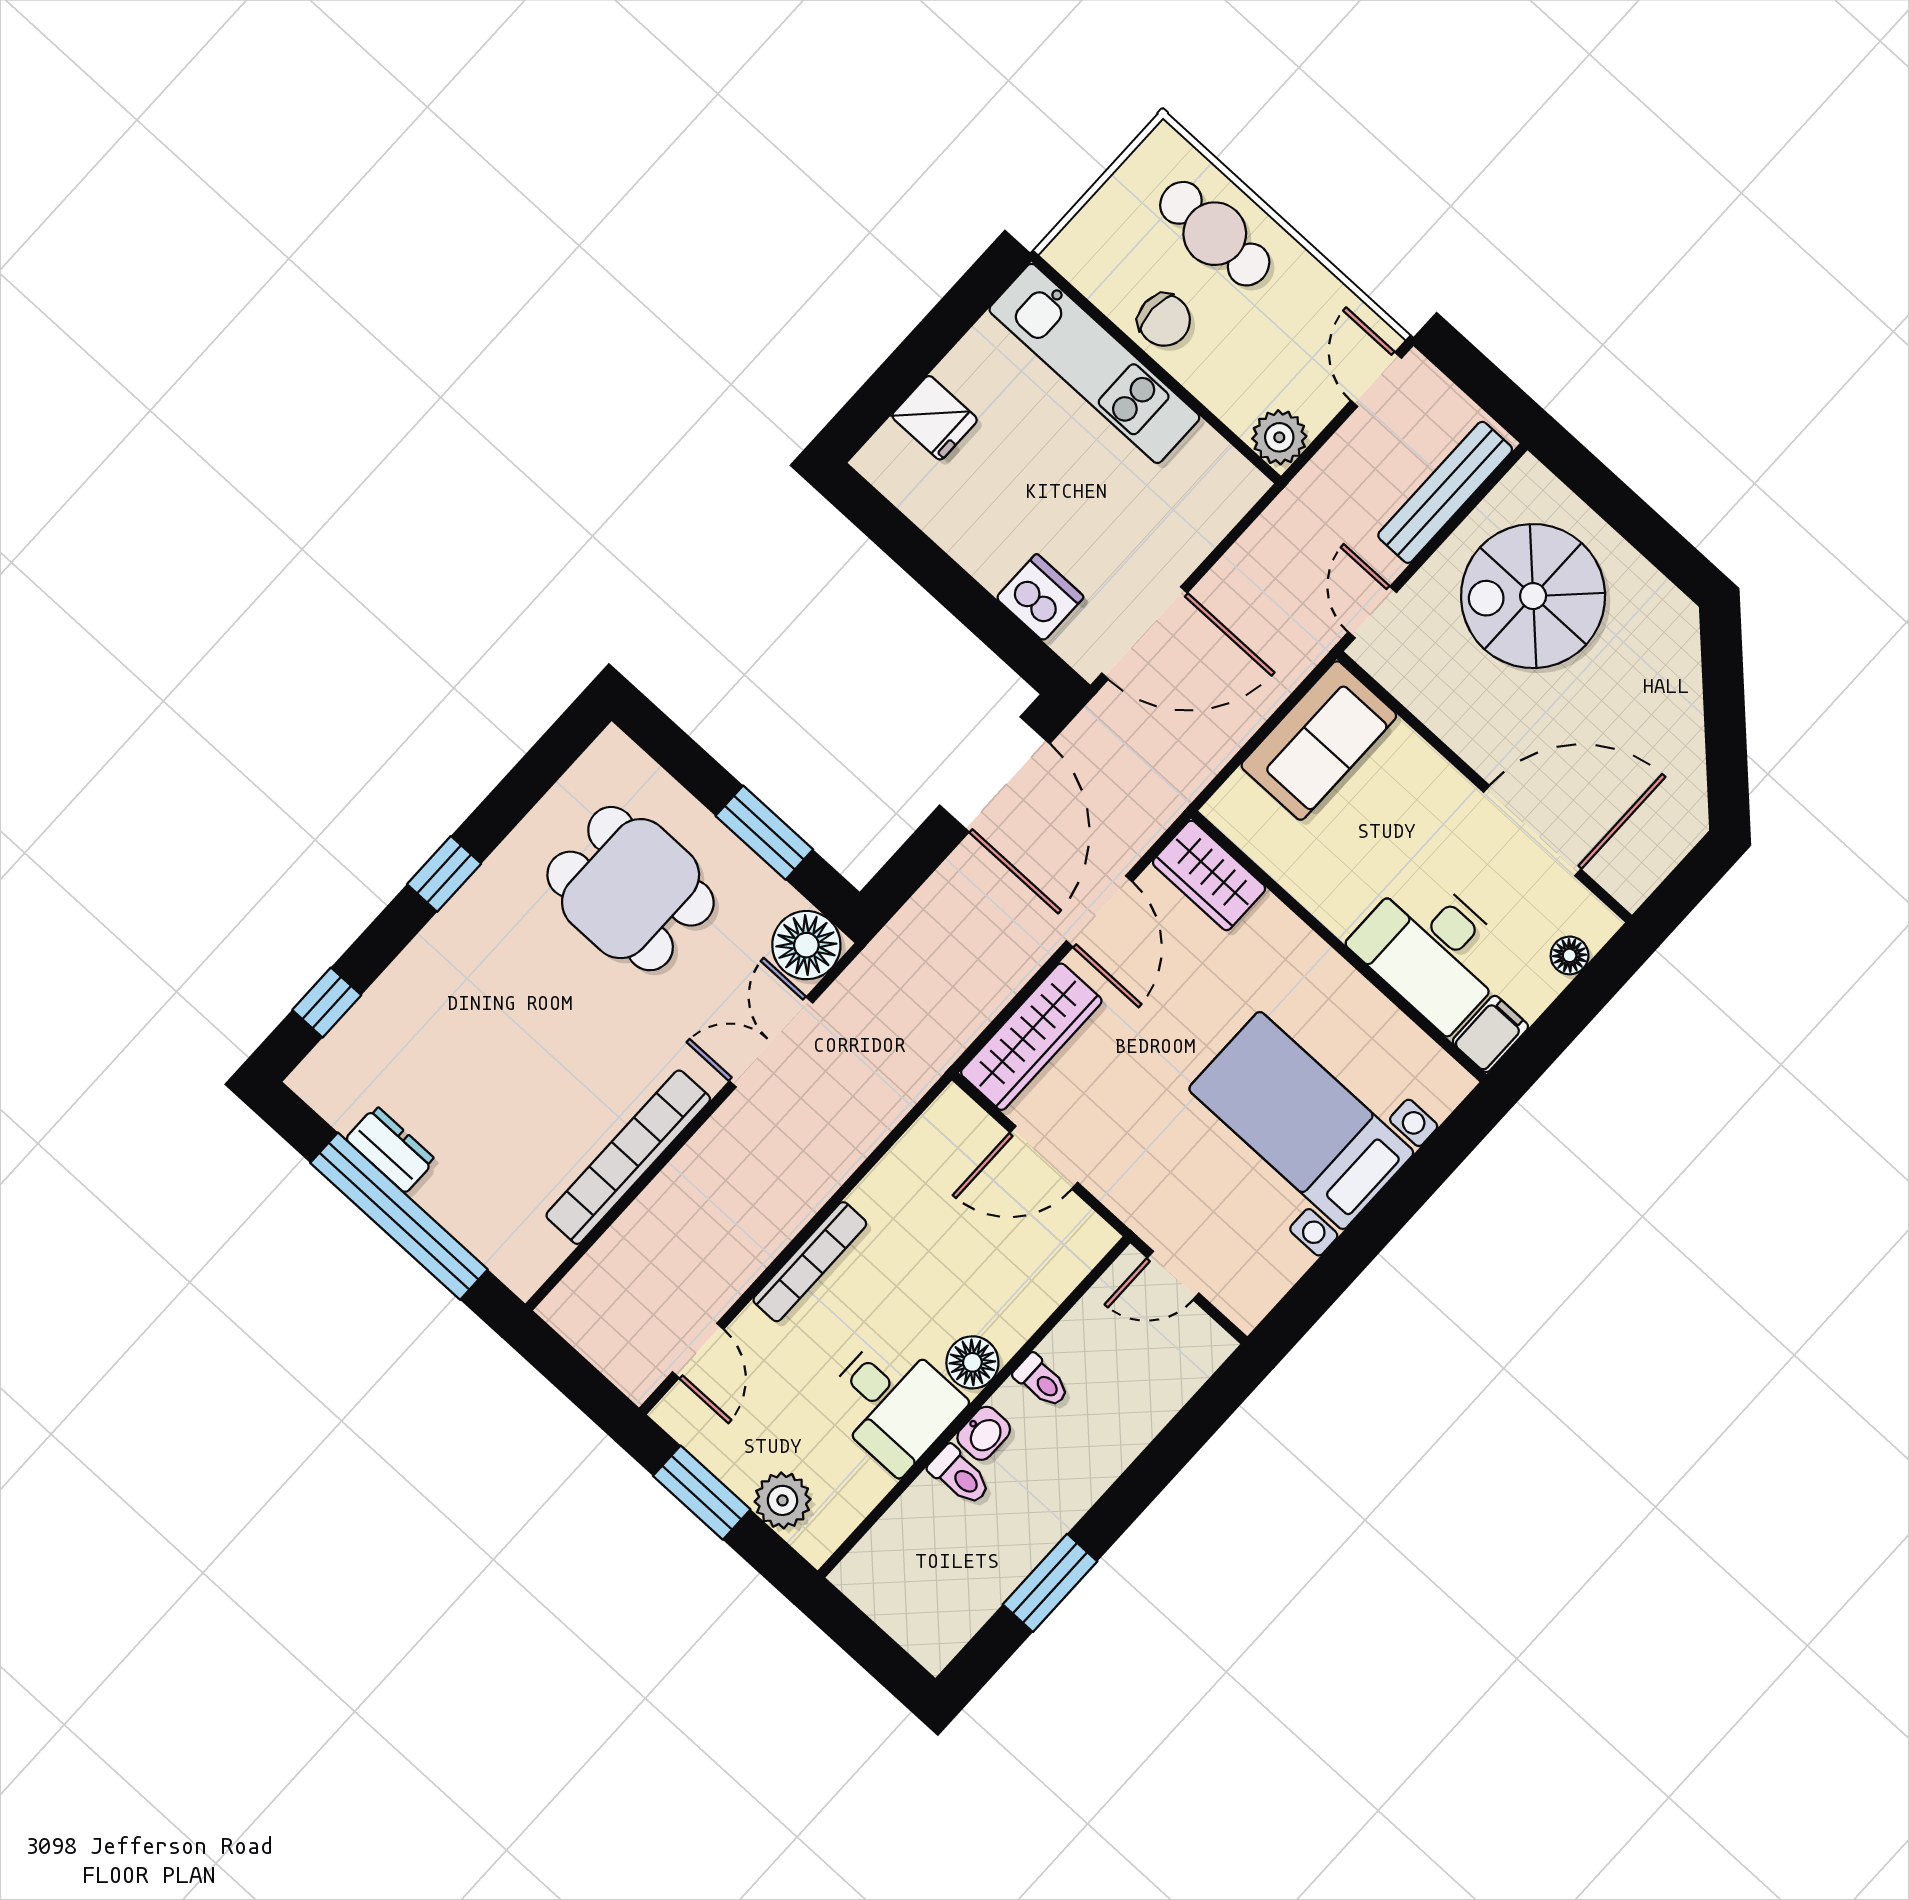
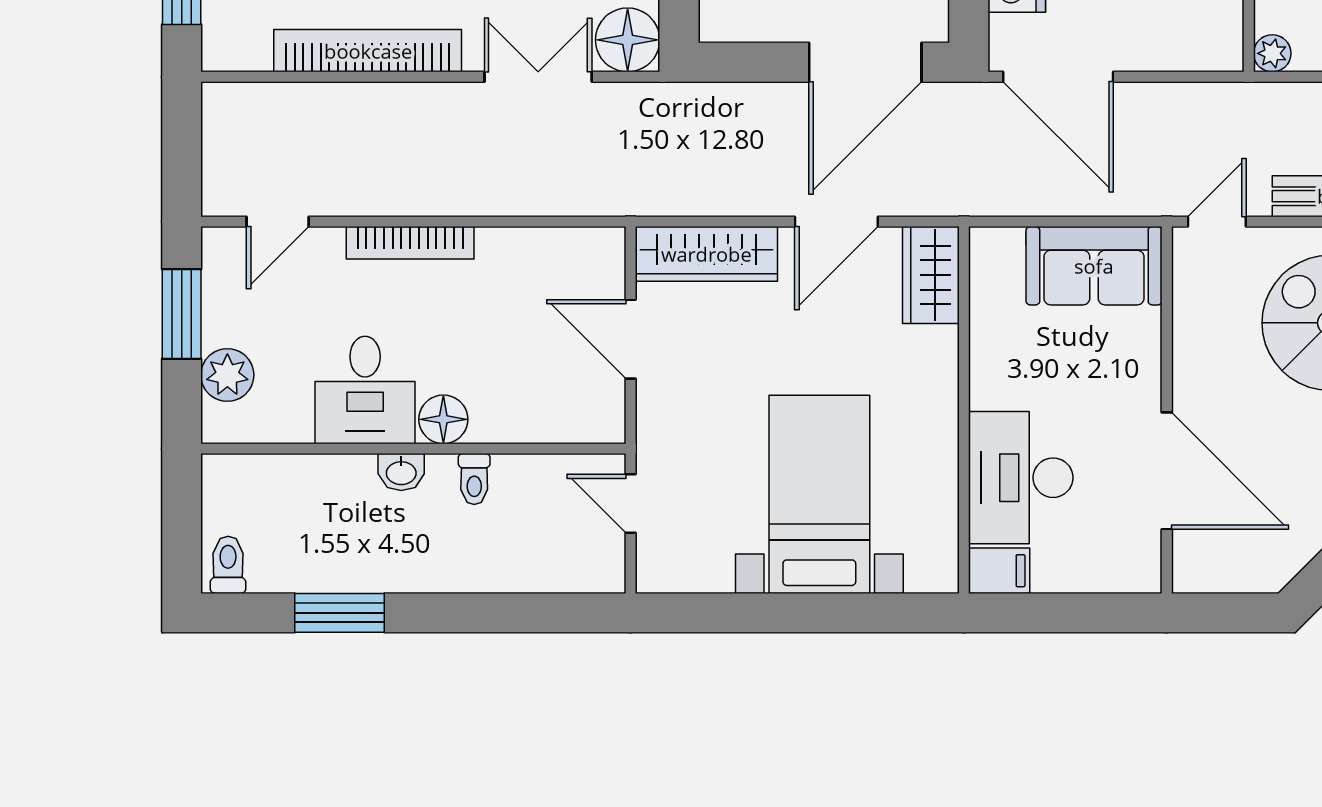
plant: (1279, 437) -> (1272, 53), width x0.73, depth x0.73
floor lamp: (1570, 955) -> (1104, 576), removed
toilet: (960, 1476) -> (228, 565), moved, turned 180

